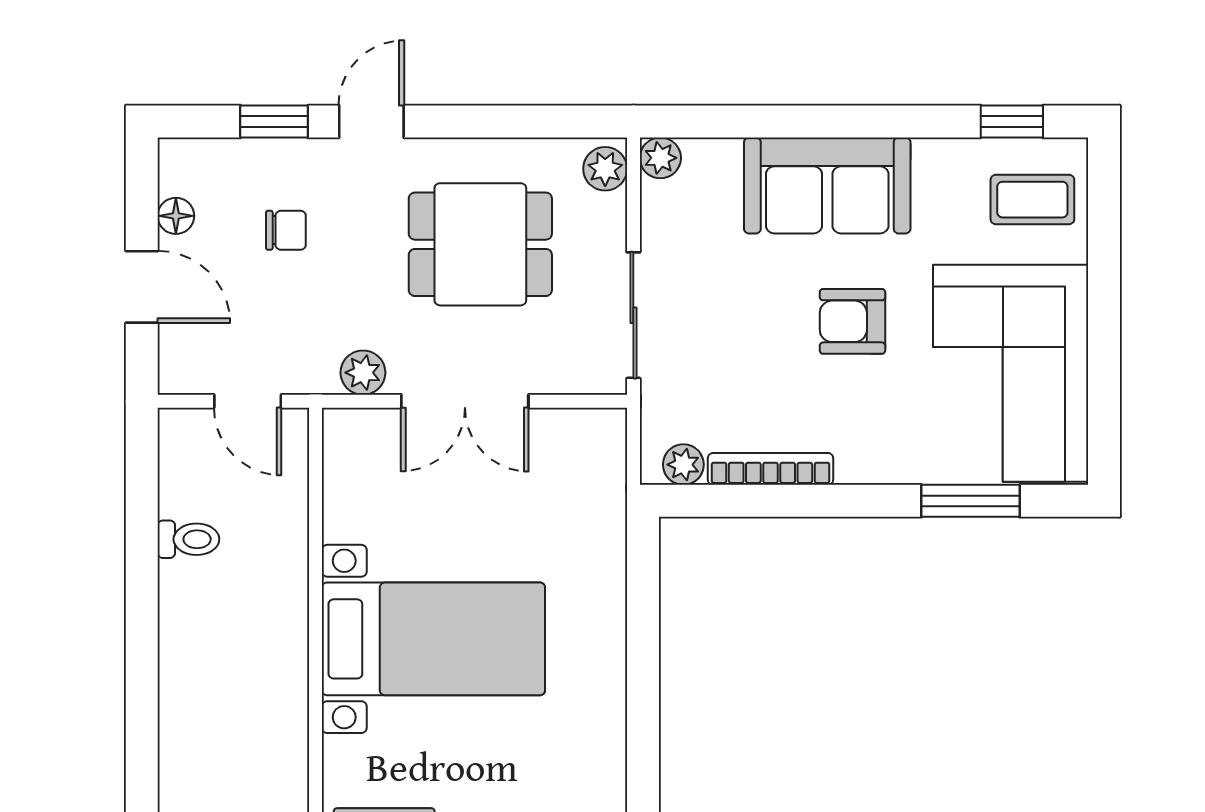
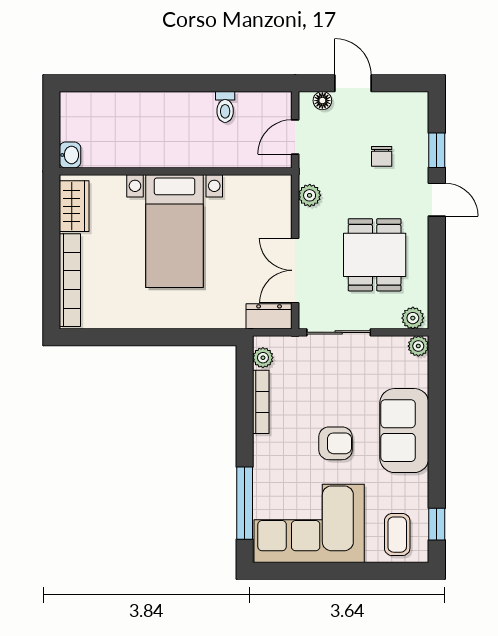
floor lamp: (176, 216) -> (322, 101), moved
door: (142, 287) -> (353, 83), swing flipped
armchair: (852, 321) -> (336, 443), turned 90
double door: (465, 401) -> (295, 270), moved
dresser: (602, 453) -> (269, 316), added
window: (970, 501) -> (245, 503), width x1.44

